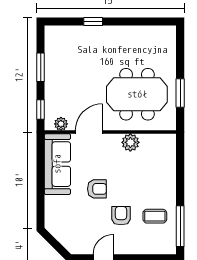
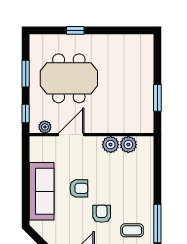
meeting table: (137, 94) -> (69, 78), moved
plant: (149, 142) -> (128, 145), added
sofa: (57, 164) -> (42, 191), moved
coffee table: (155, 216) -> (132, 230), moved

